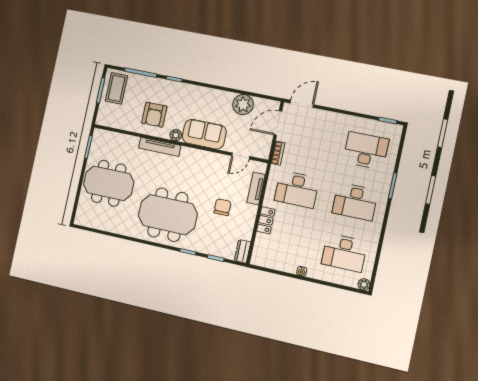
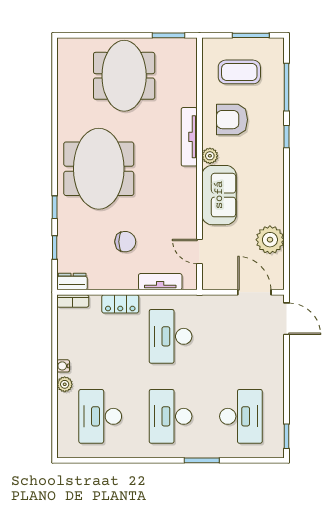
coffee table: (117, 88) -> (239, 72), moved
bookcase: (278, 153) -> (73, 301), moved
plant: (364, 284) -> (65, 384), moved

